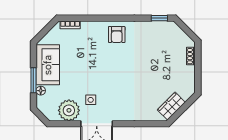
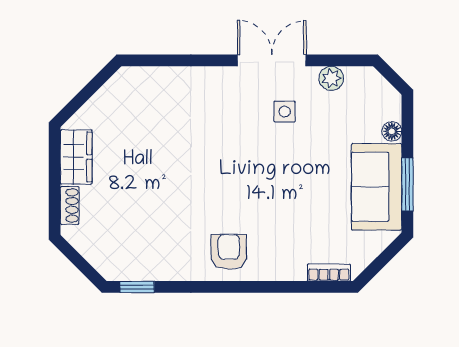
window: (33, 80) -> (407, 185), moved
wardrobe: (171, 106) -> (76, 157), moved, turned -45
plant: (69, 110) -> (331, 78), width x0.53, depth x0.53

